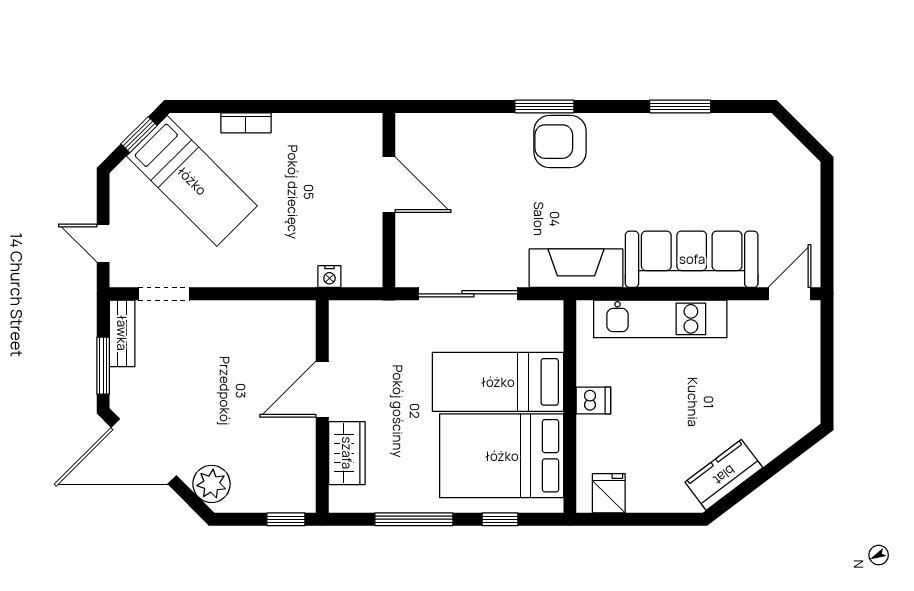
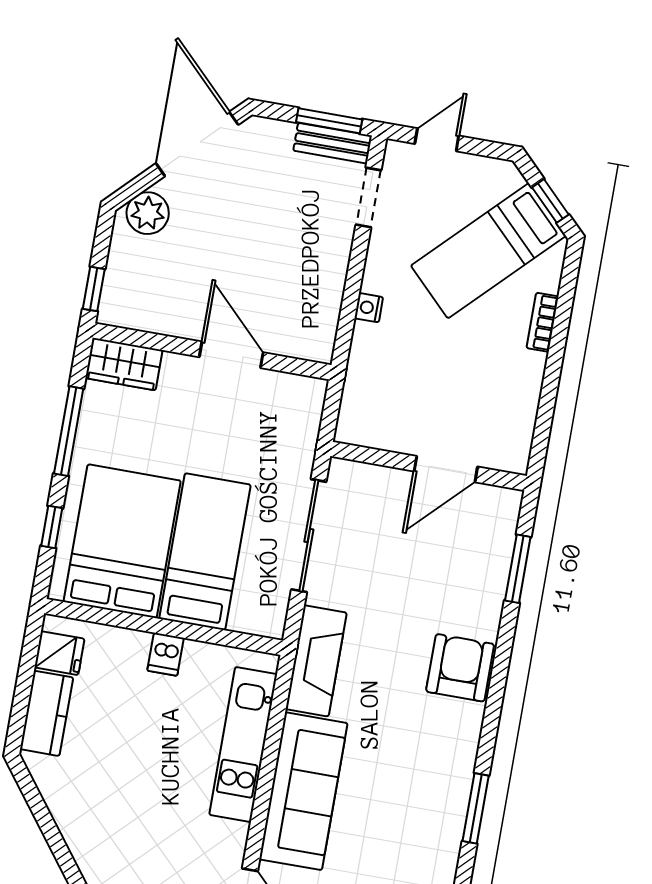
window: (544, 106) -> (518, 569), moved
nightstand: (329, 277) -> (369, 308), moved
window: (103, 366) -> (329, 121), moved
wardrobe: (347, 453) -> (124, 364), moved
kitchen counter: (724, 475) -> (47, 713), moved, turned 37

